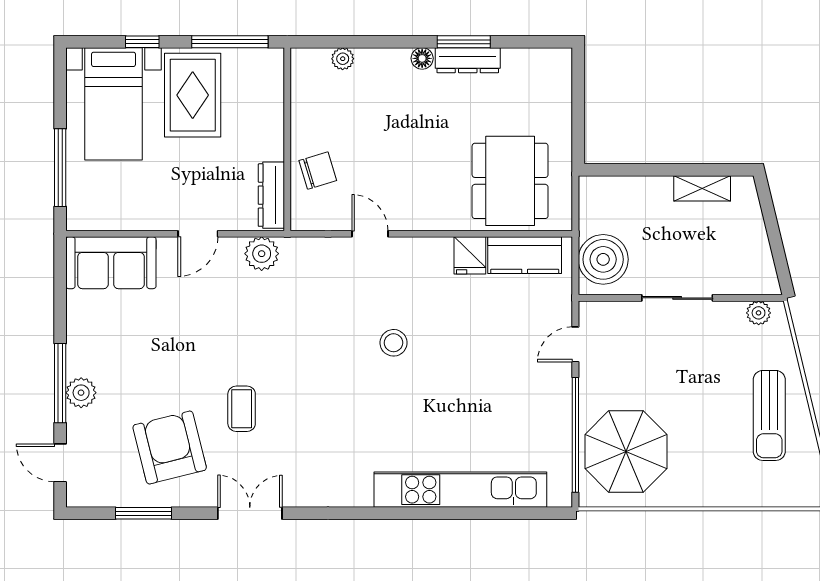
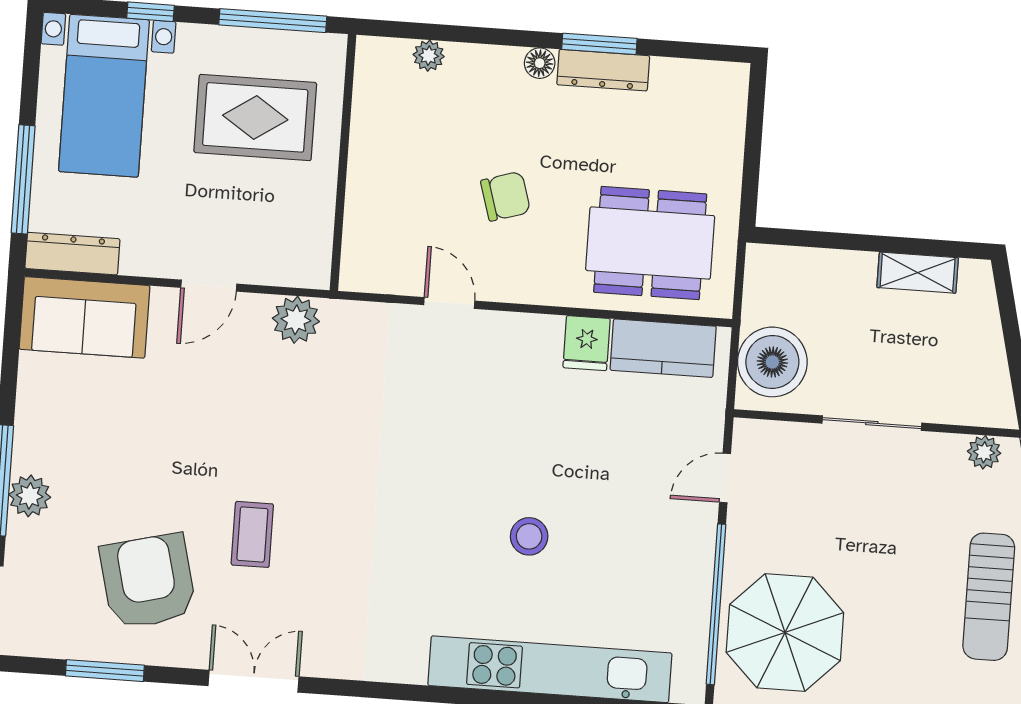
rug: (193, 95) -> (255, 117), moved, turned 90
chair: (318, 171) -> (505, 196), moved
dining table: (510, 181) -> (650, 243), turned 90
dresser: (271, 195) -> (72, 254), moved, turned 90
stool: (394, 343) -> (529, 536), moved

